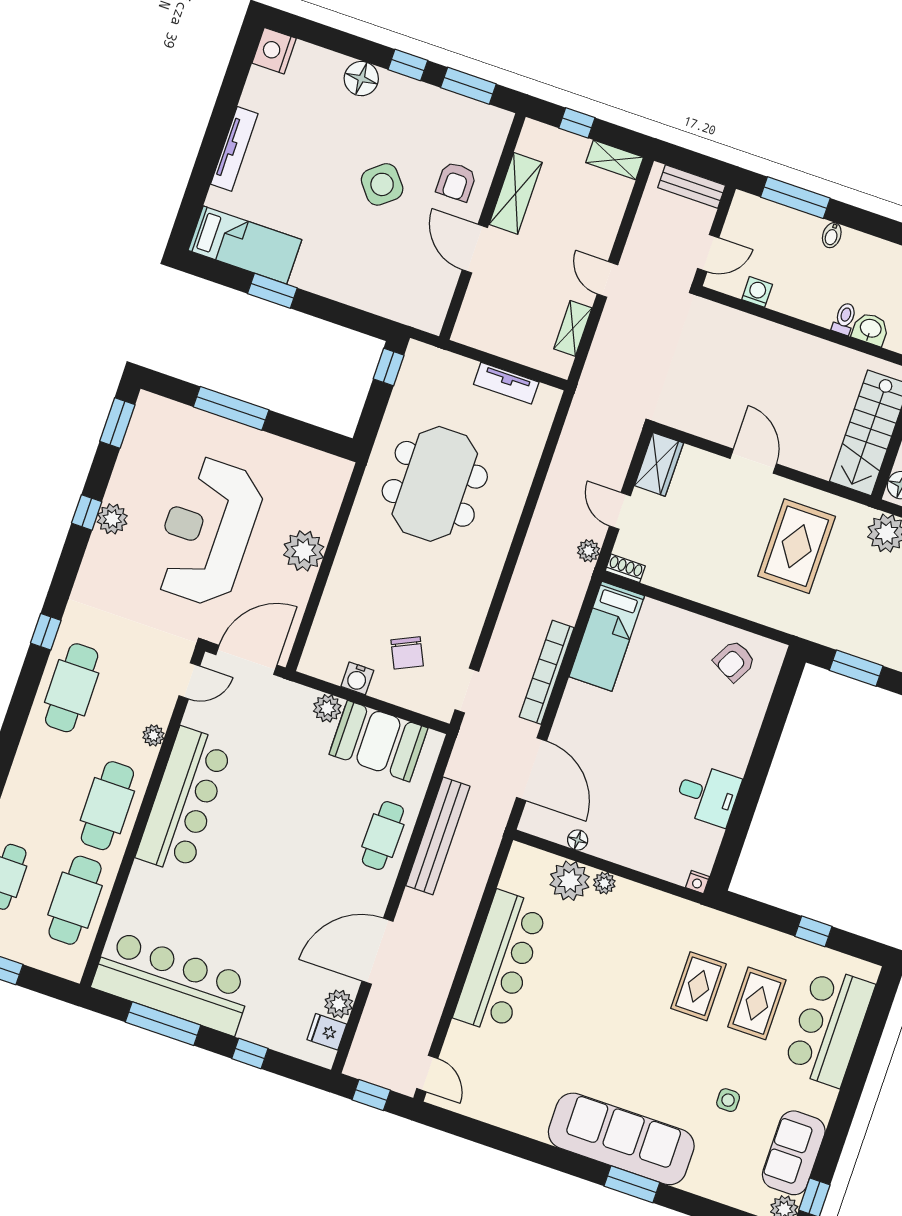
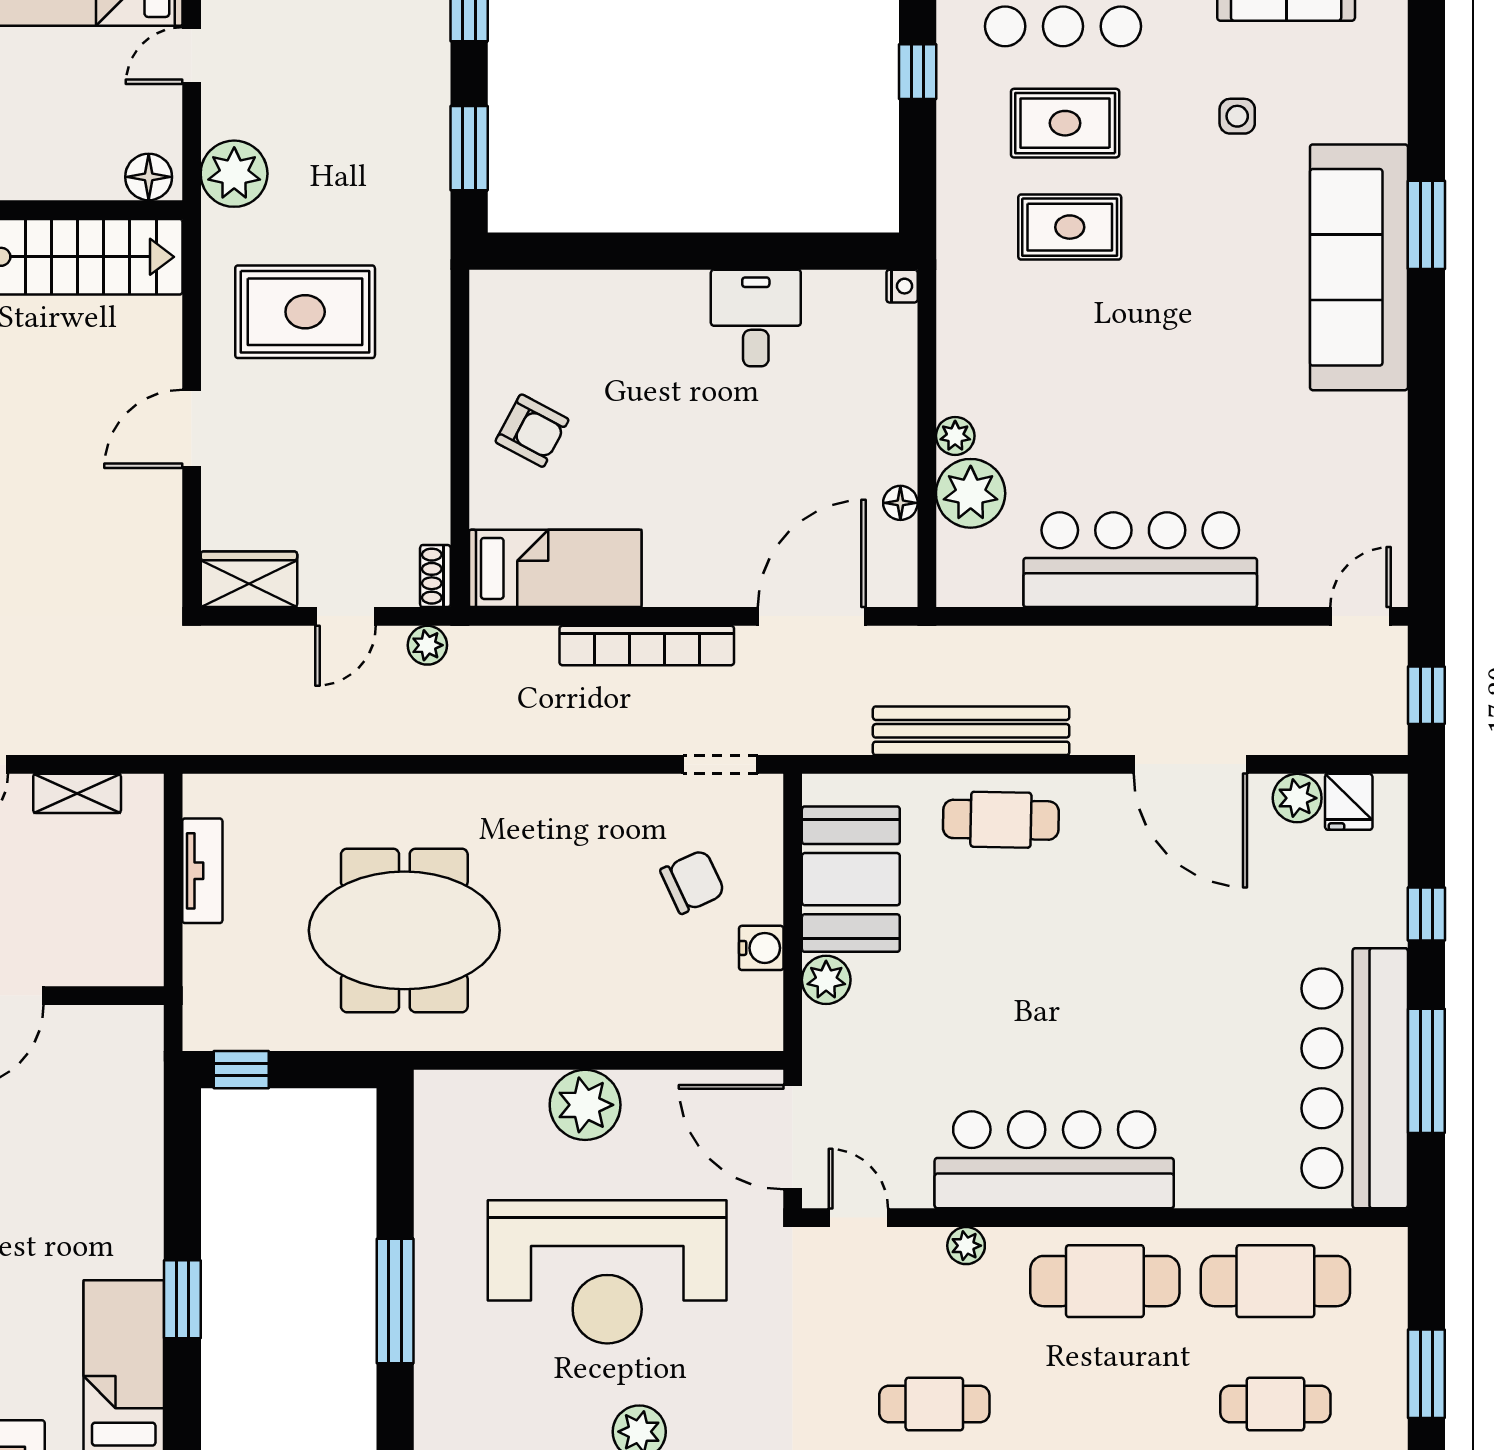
armchair: (734, 661) -> (532, 431), moved
cafe table: (72, 688) -> (934, 1404), width x0.73, depth x0.74

